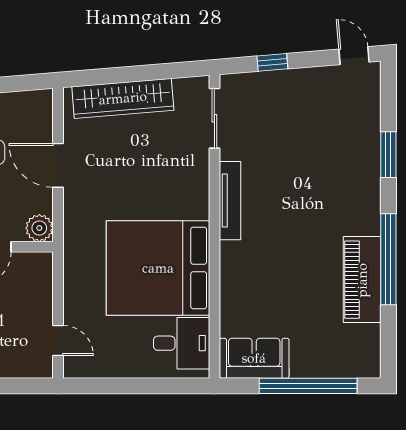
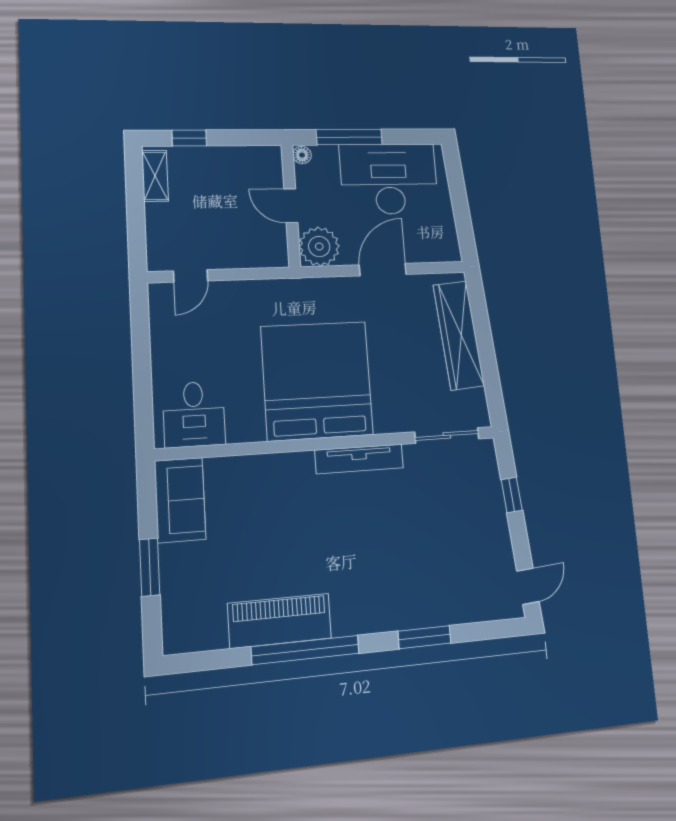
plant: (39, 228) -> (319, 247), width x1.36, depth x1.36
bed: (158, 268) -> (317, 381), moved
window: (308, 386) -> (150, 567), width x0.47

